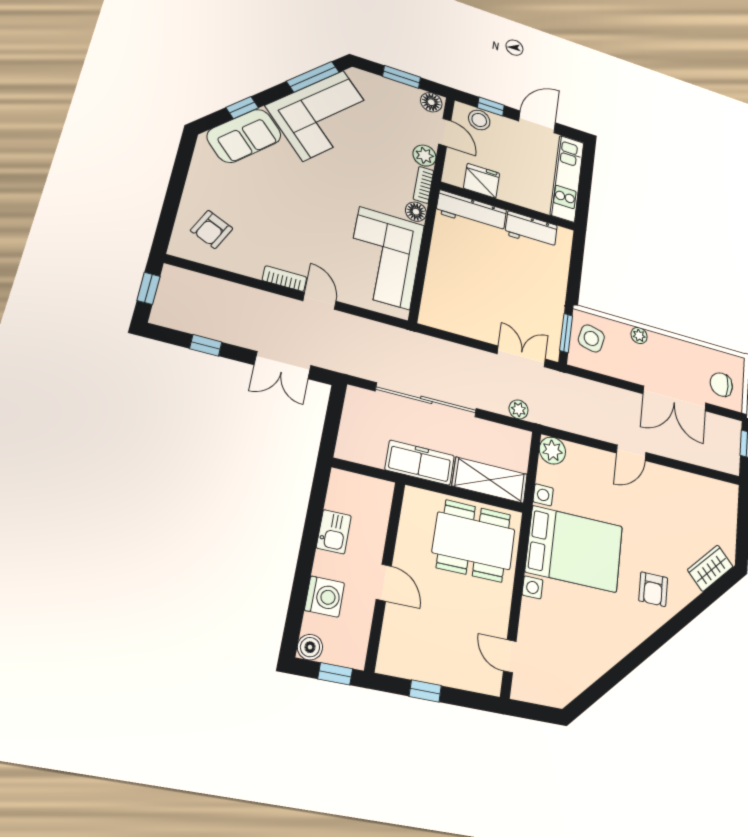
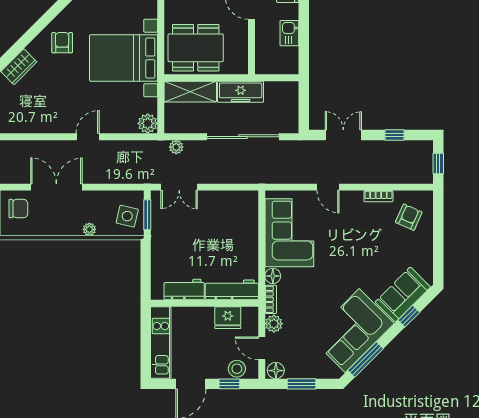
bookcase: (284, 279) -> (378, 196), moved

